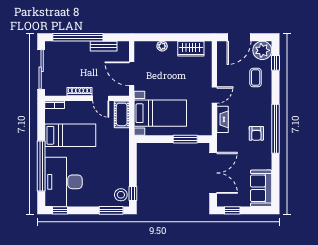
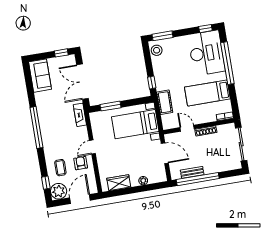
window: (78, 37) -> (198, 179), moved
cot: (122, 114) -> (165, 102), moved
fireplace: (223, 119) -> (80, 115), moved
armchair: (256, 133) -> (81, 163), moved
window: (133, 193) -> (152, 82), moved

